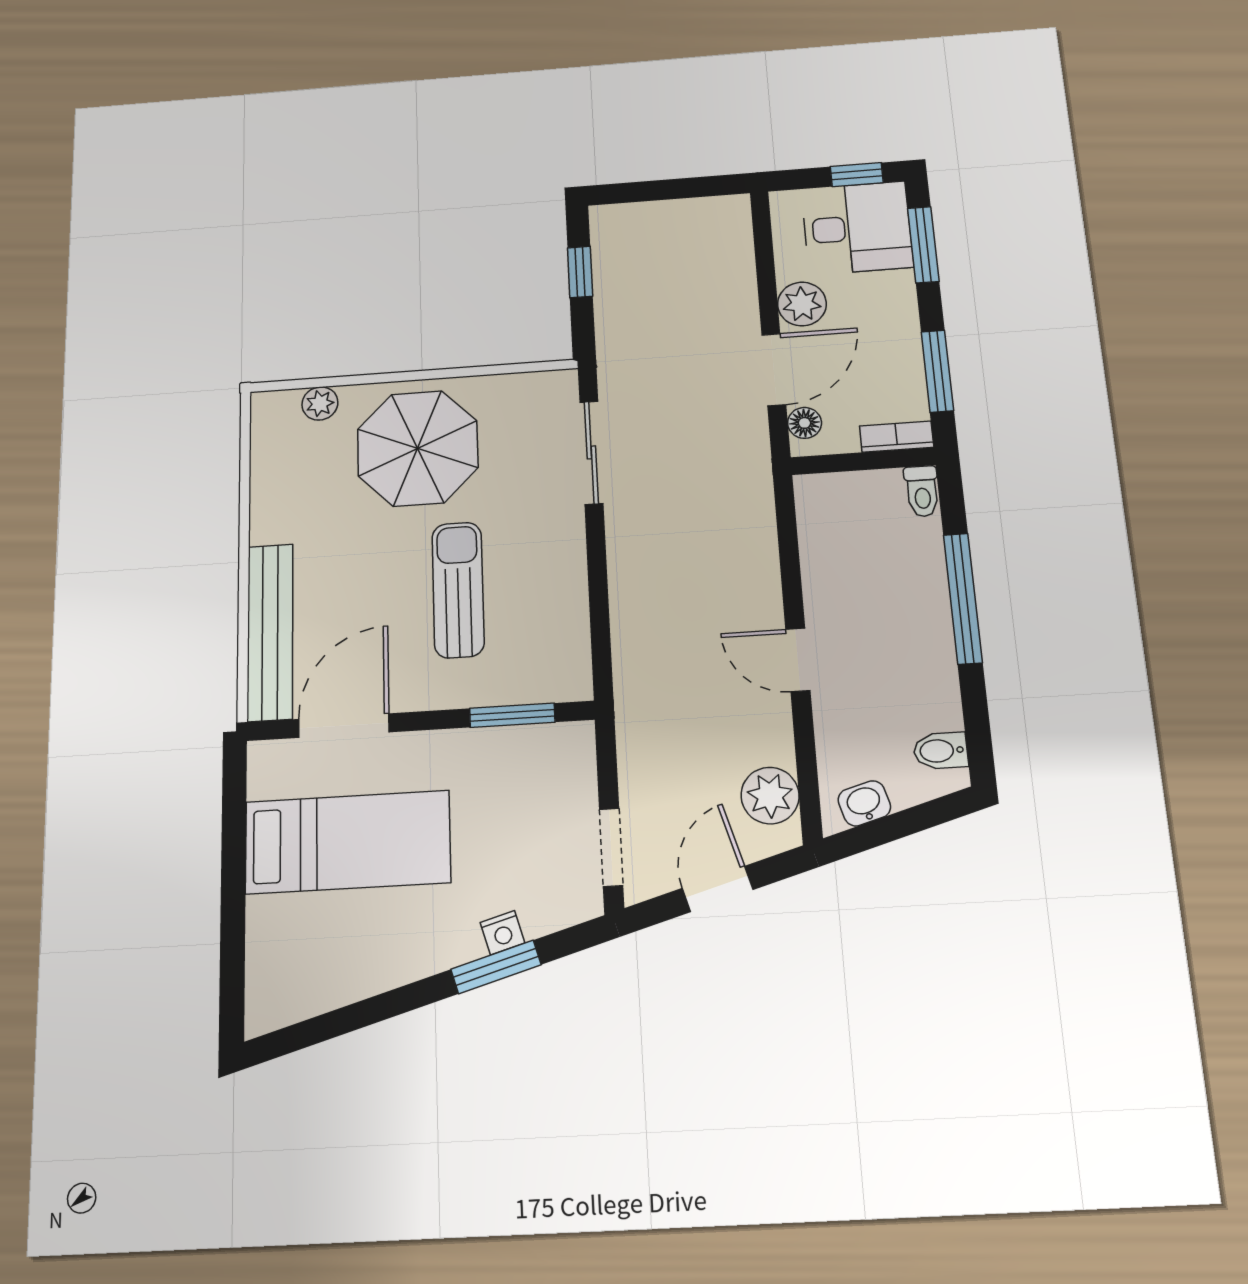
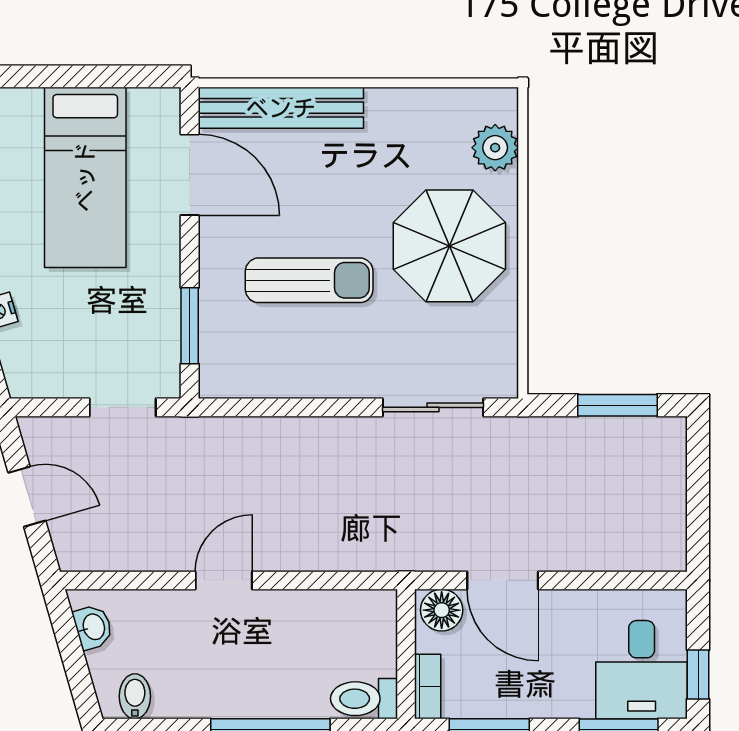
window: (580, 272) -> (617, 405), width x1.50
plant: (802, 304) -> (567, 612), removed
plant: (320, 403) -> (495, 148), width x1.38, depth x1.38
floor lamp: (805, 423) -> (442, 610), width x1.37, depth x1.37
toilet: (922, 491) -> (364, 699), width x1.37, depth x1.39
plant: (770, 796) -> (104, 547), removed
doorway: (611, 847) -> (123, 407), moved

